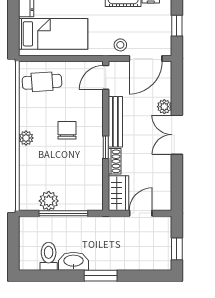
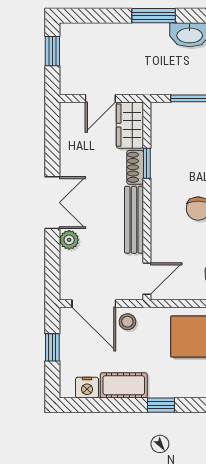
door: (146, 59) -> (94, 304), swing flipped
window: (106, 147) -> (147, 163), moved

